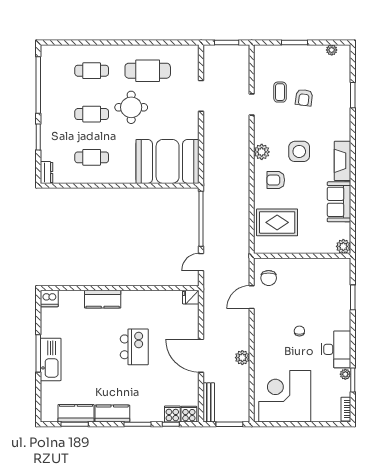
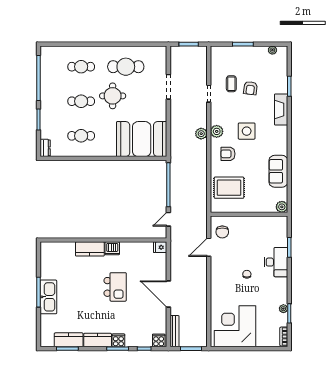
fireplace: (342, 161) -> (281, 110), moved
dishwasher: (49, 299) -> (112, 248), moved
desk: (336, 349) -> (276, 262), moved
plant: (242, 358) -> (201, 134), moved
cooker: (172, 414) -> (118, 340), moved

